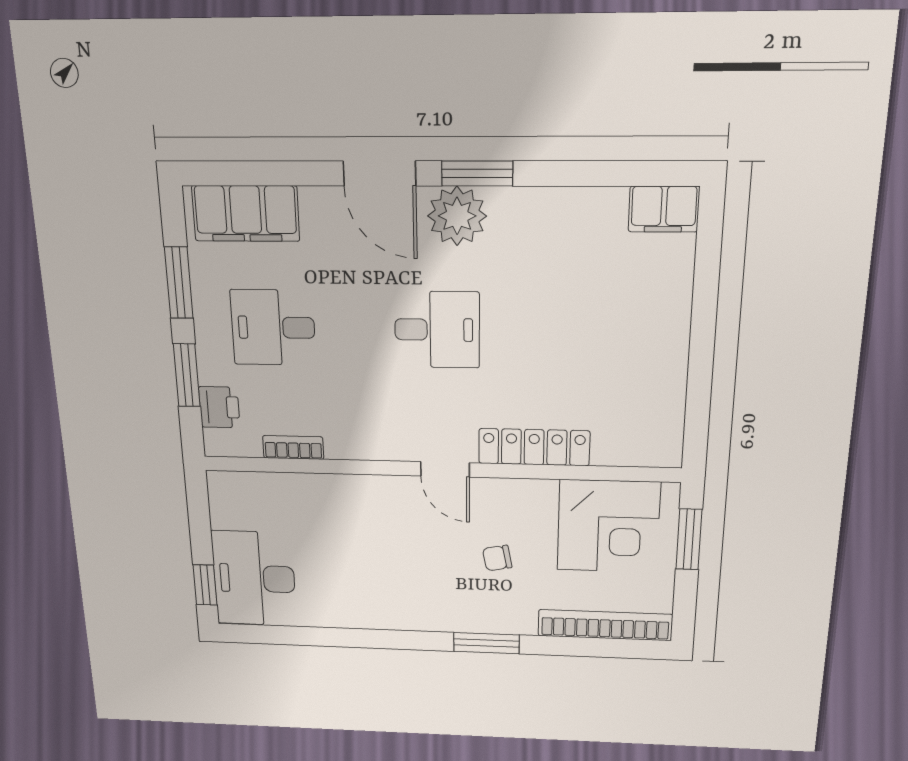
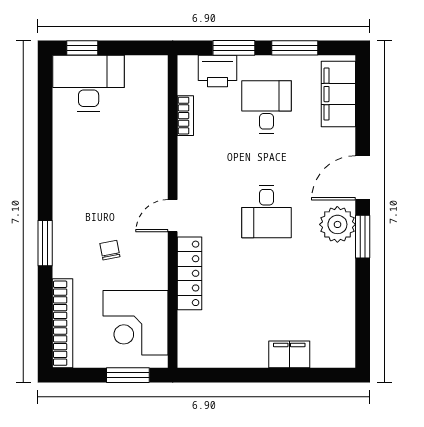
filing cabinet: (664, 209) -> (289, 354), moved, turned 90
printer: (219, 407) -> (218, 71), width x1.36, depth x1.24

